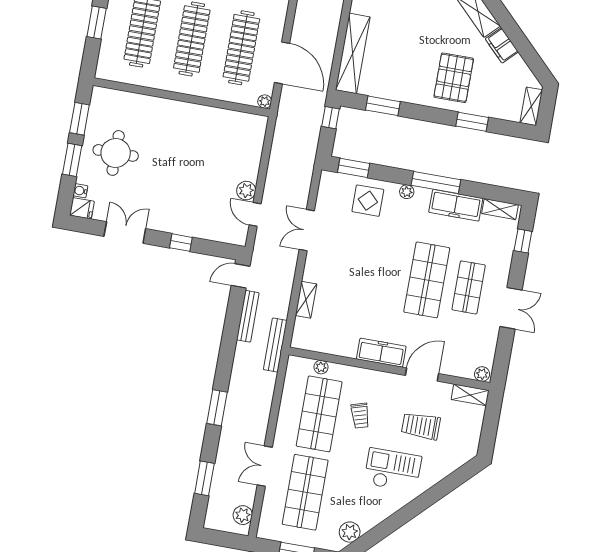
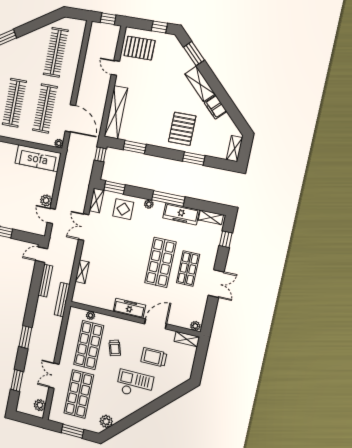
sofa: (232, 125) -> (38, 158), added
shelving: (326, 188) -> (97, 201), added

